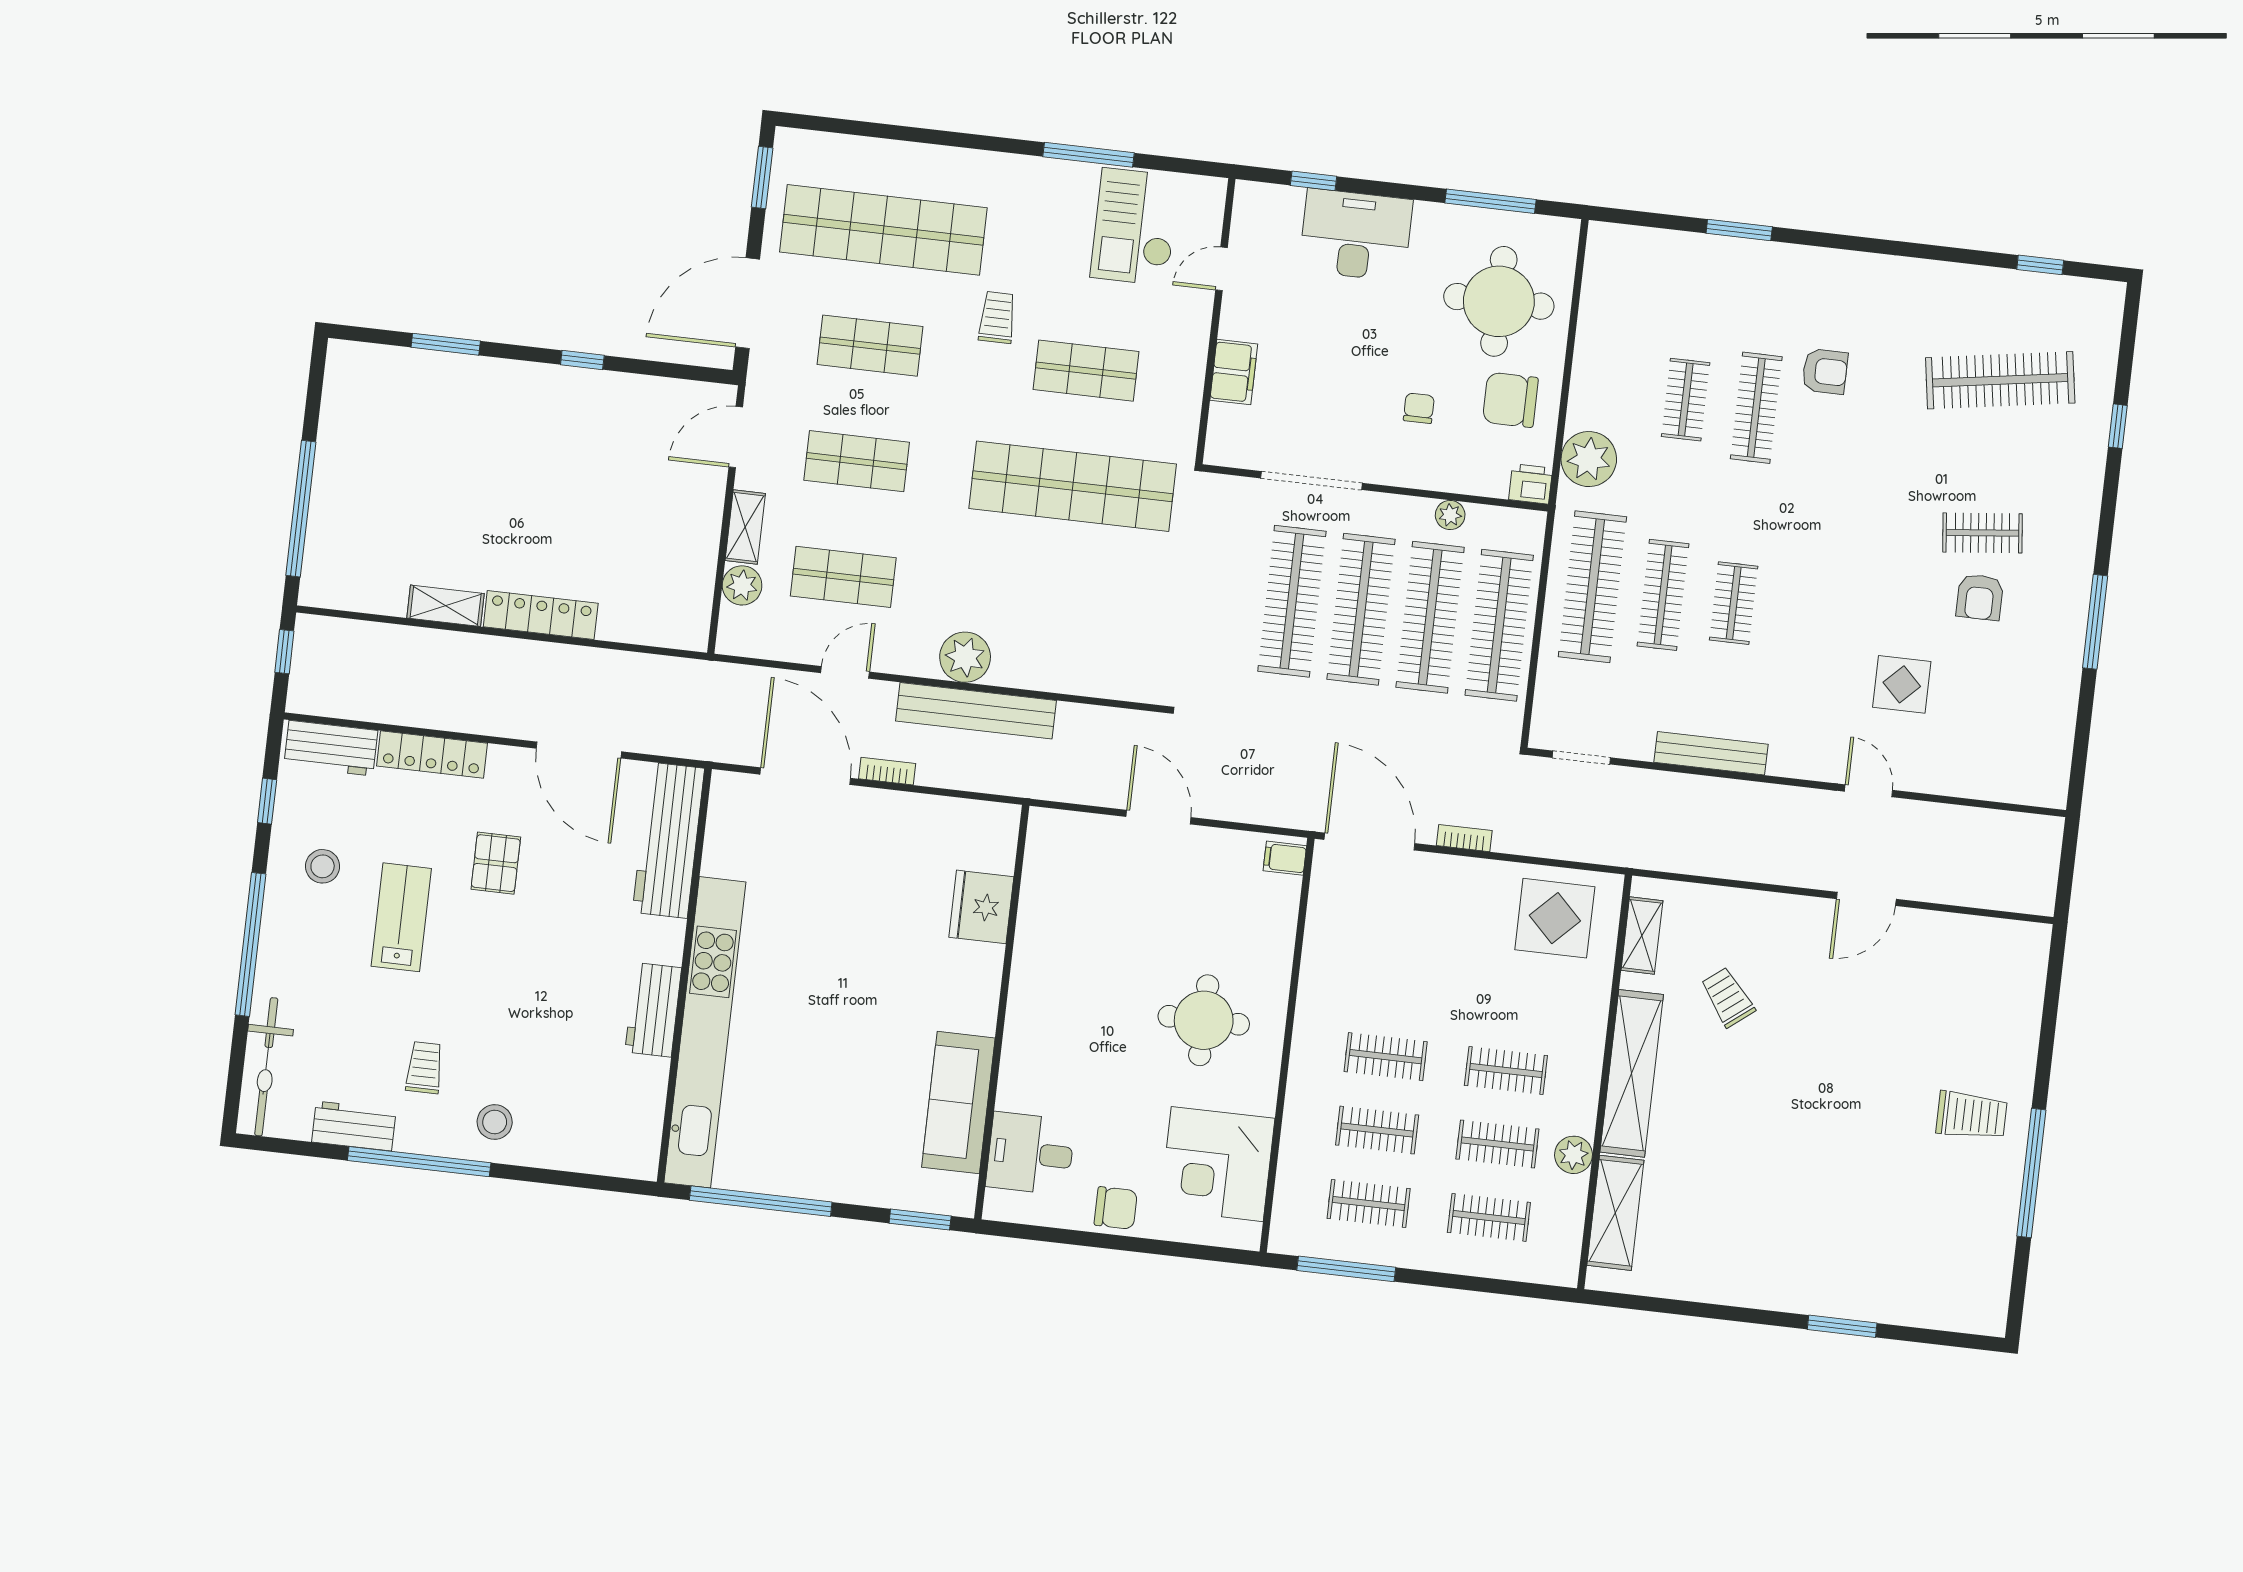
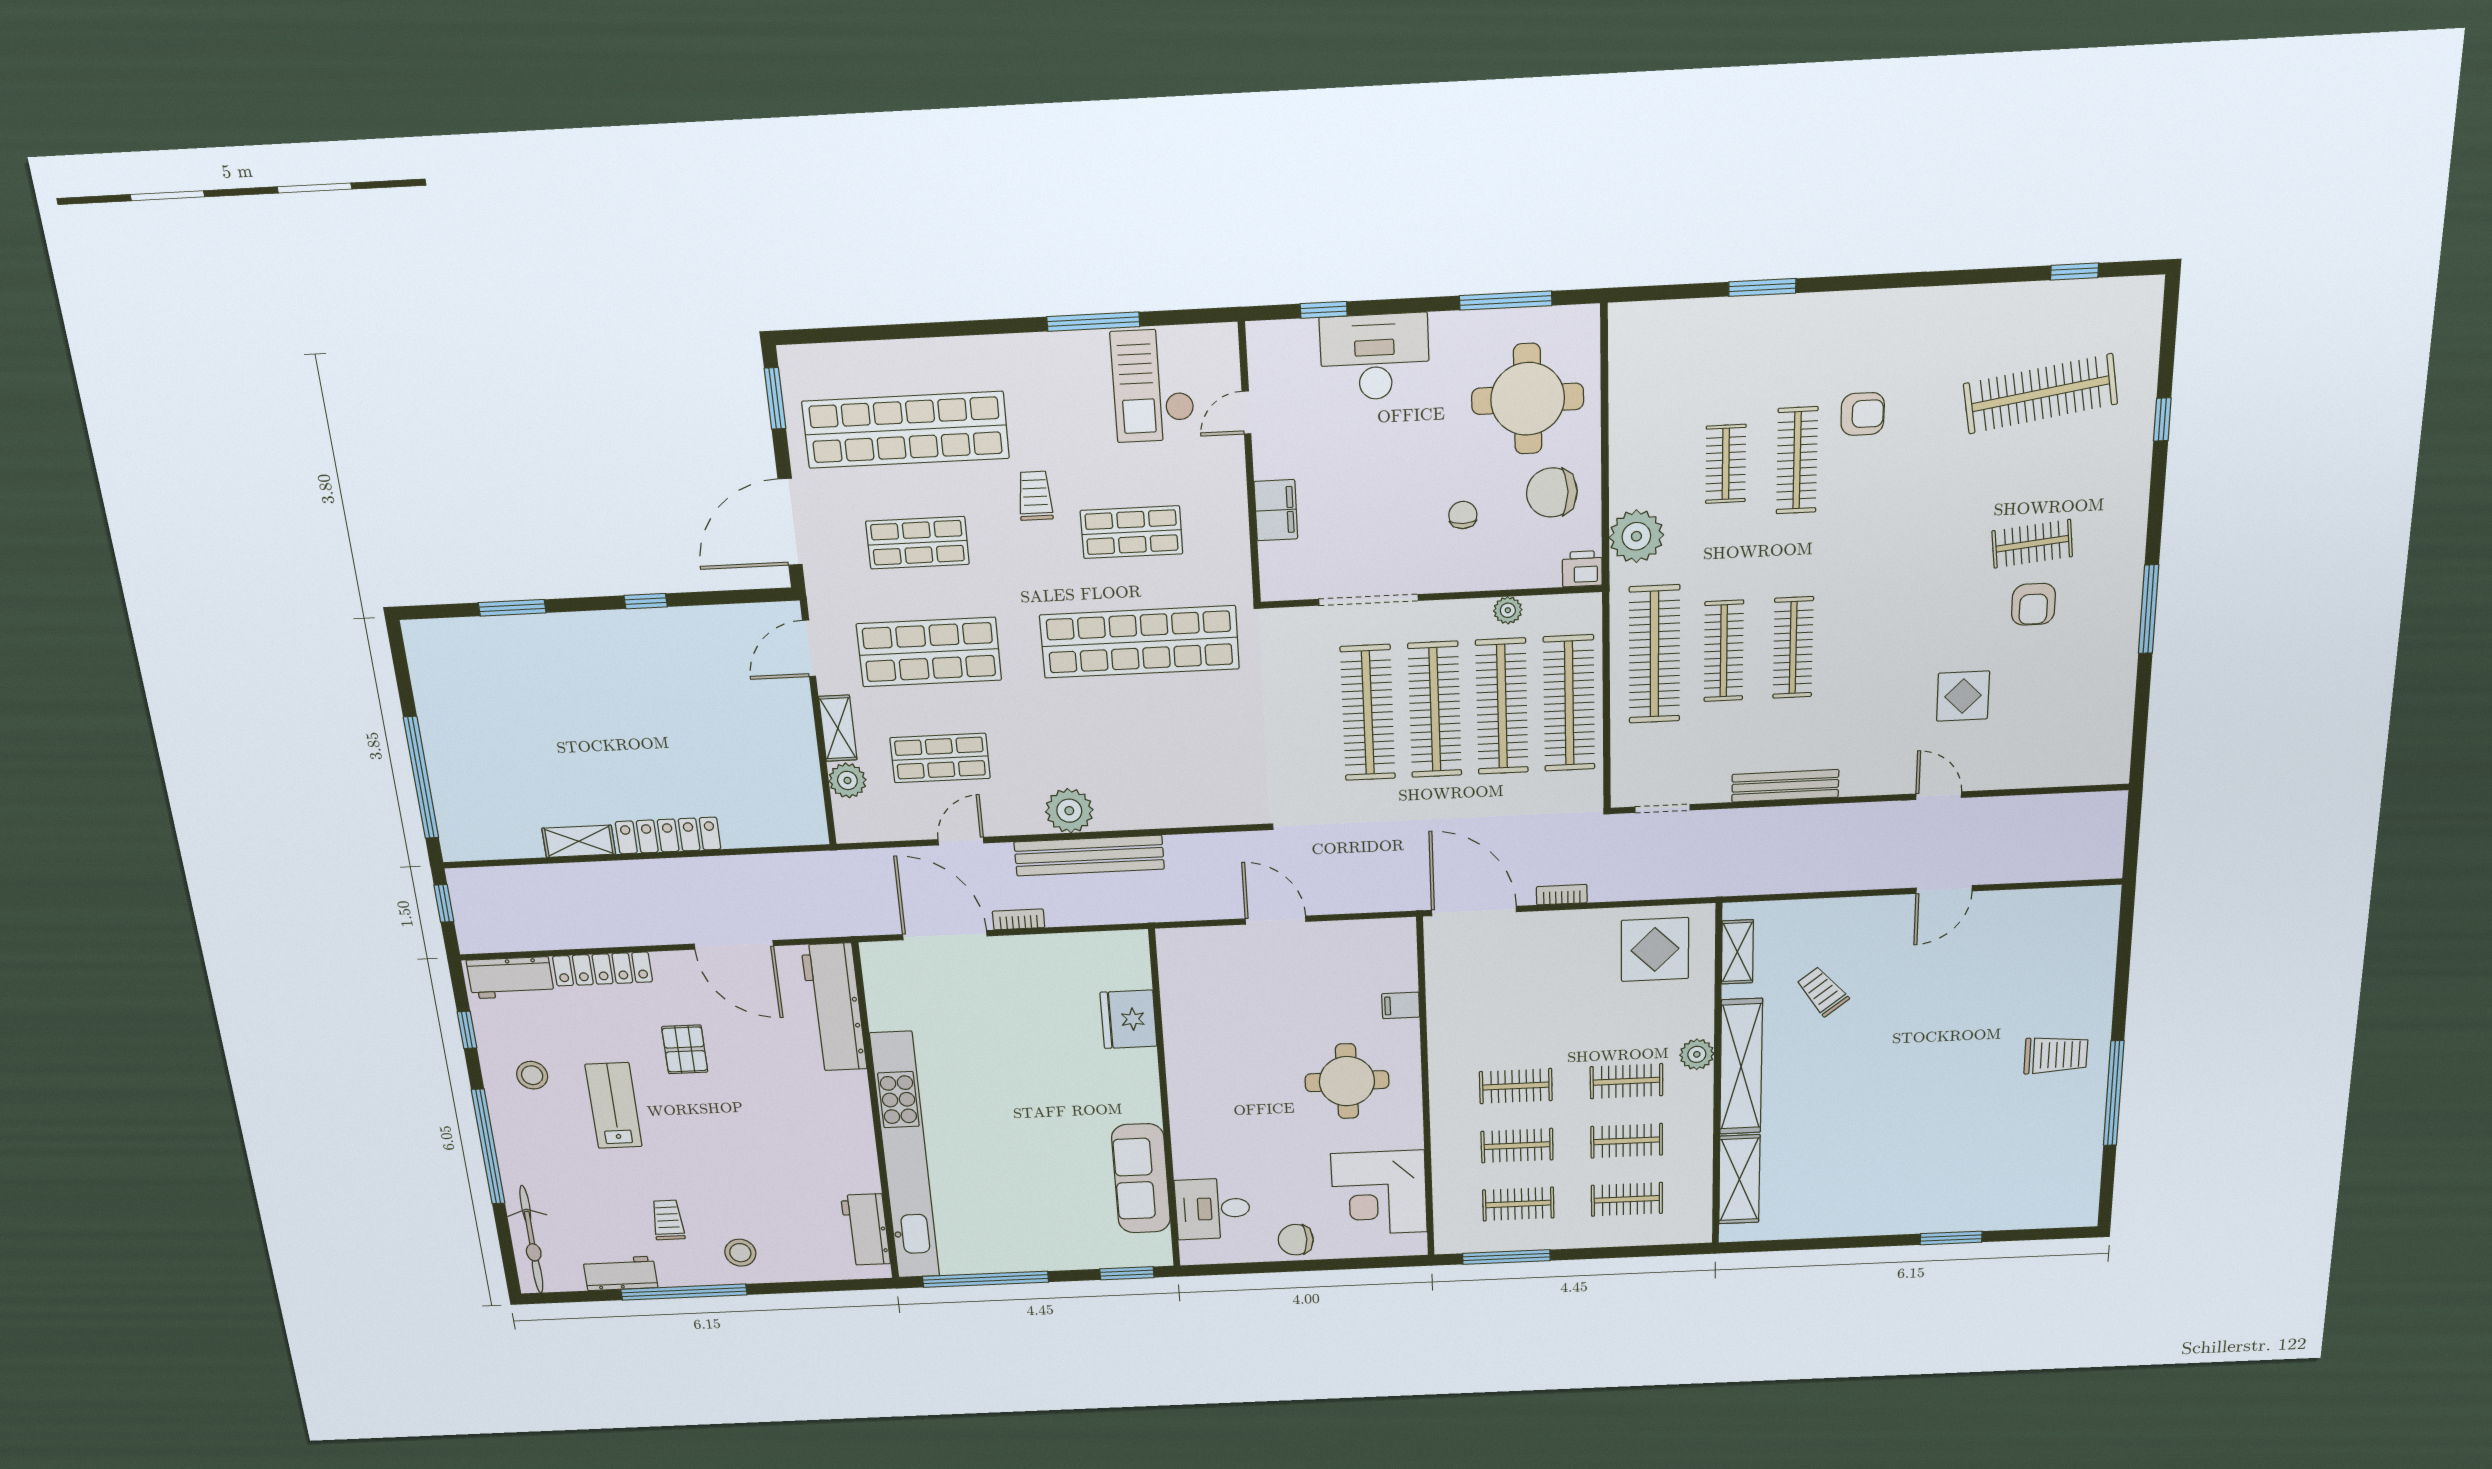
shop shelf: (857, 461) -> (929, 652), width x1.43, depth x1.36
clothes rail: (1734, 603) -> (1793, 648), width x1.36
filing cabinet: (1285, 858) -> (1401, 1005), moved
workbench: (653, 1010) -> (866, 1230), moved
plant: (1574, 1155) -> (1697, 1054), moved
chair: (1116, 1208) -> (1296, 1240), turned 180

